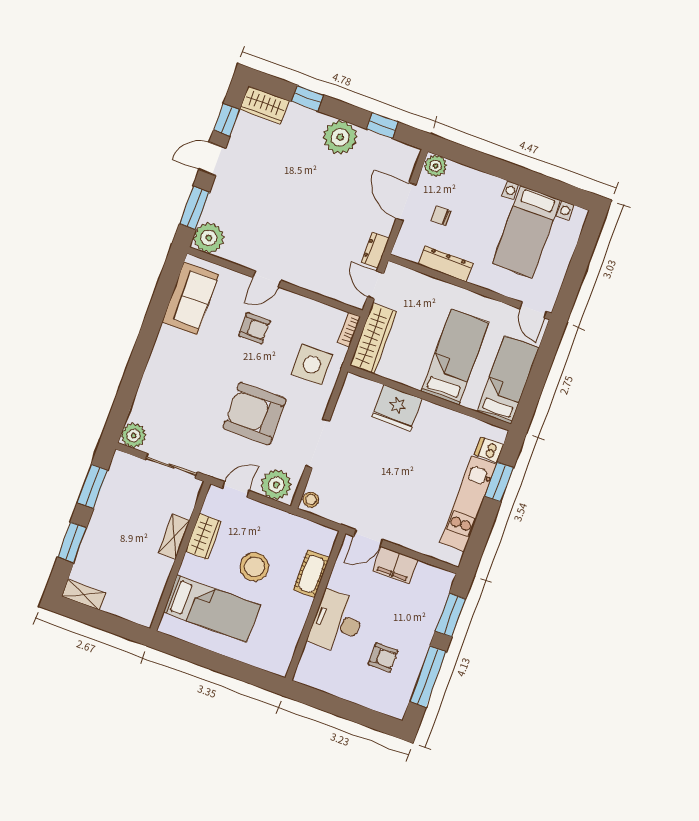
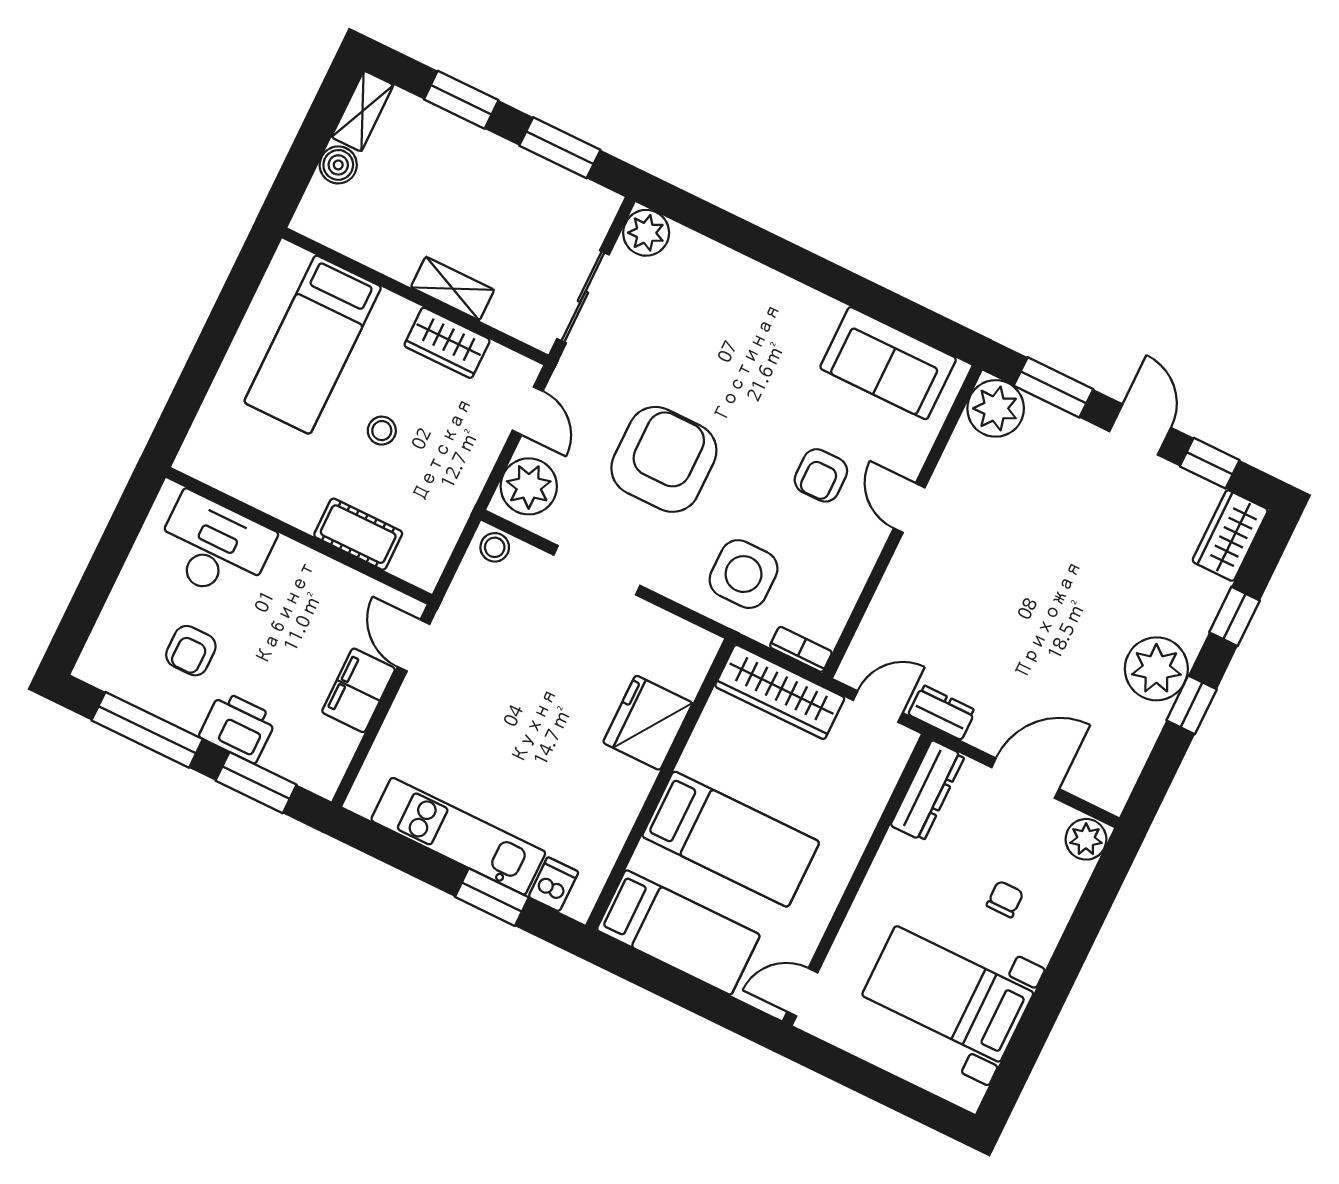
window: (382, 125) -> (1192, 705), moved
chair: (441, 216) -> (1005, 899), moved
dresser: (446, 264) -> (928, 791), moved
stool: (254, 567) -> (382, 431), width x0.53, depth x0.53
boiler: (114, 605) -> (338, 165), added
desk: (337, 622) -> (214, 547), moved
printer: (421, 628) -> (238, 727), added

